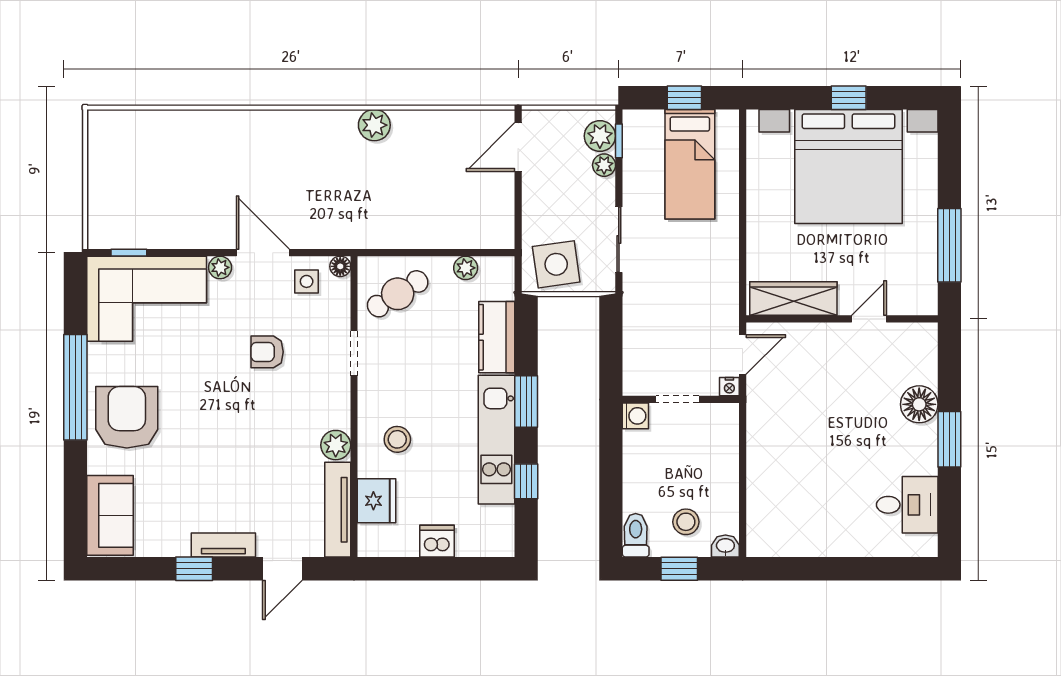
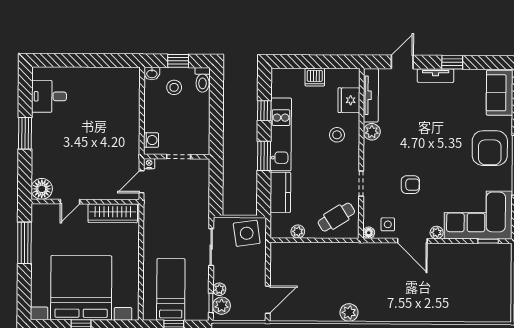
floor lamp: (919, 404) -> (42, 189), moved
washing machine: (635, 416) -> (151, 140), moved, turned 180

